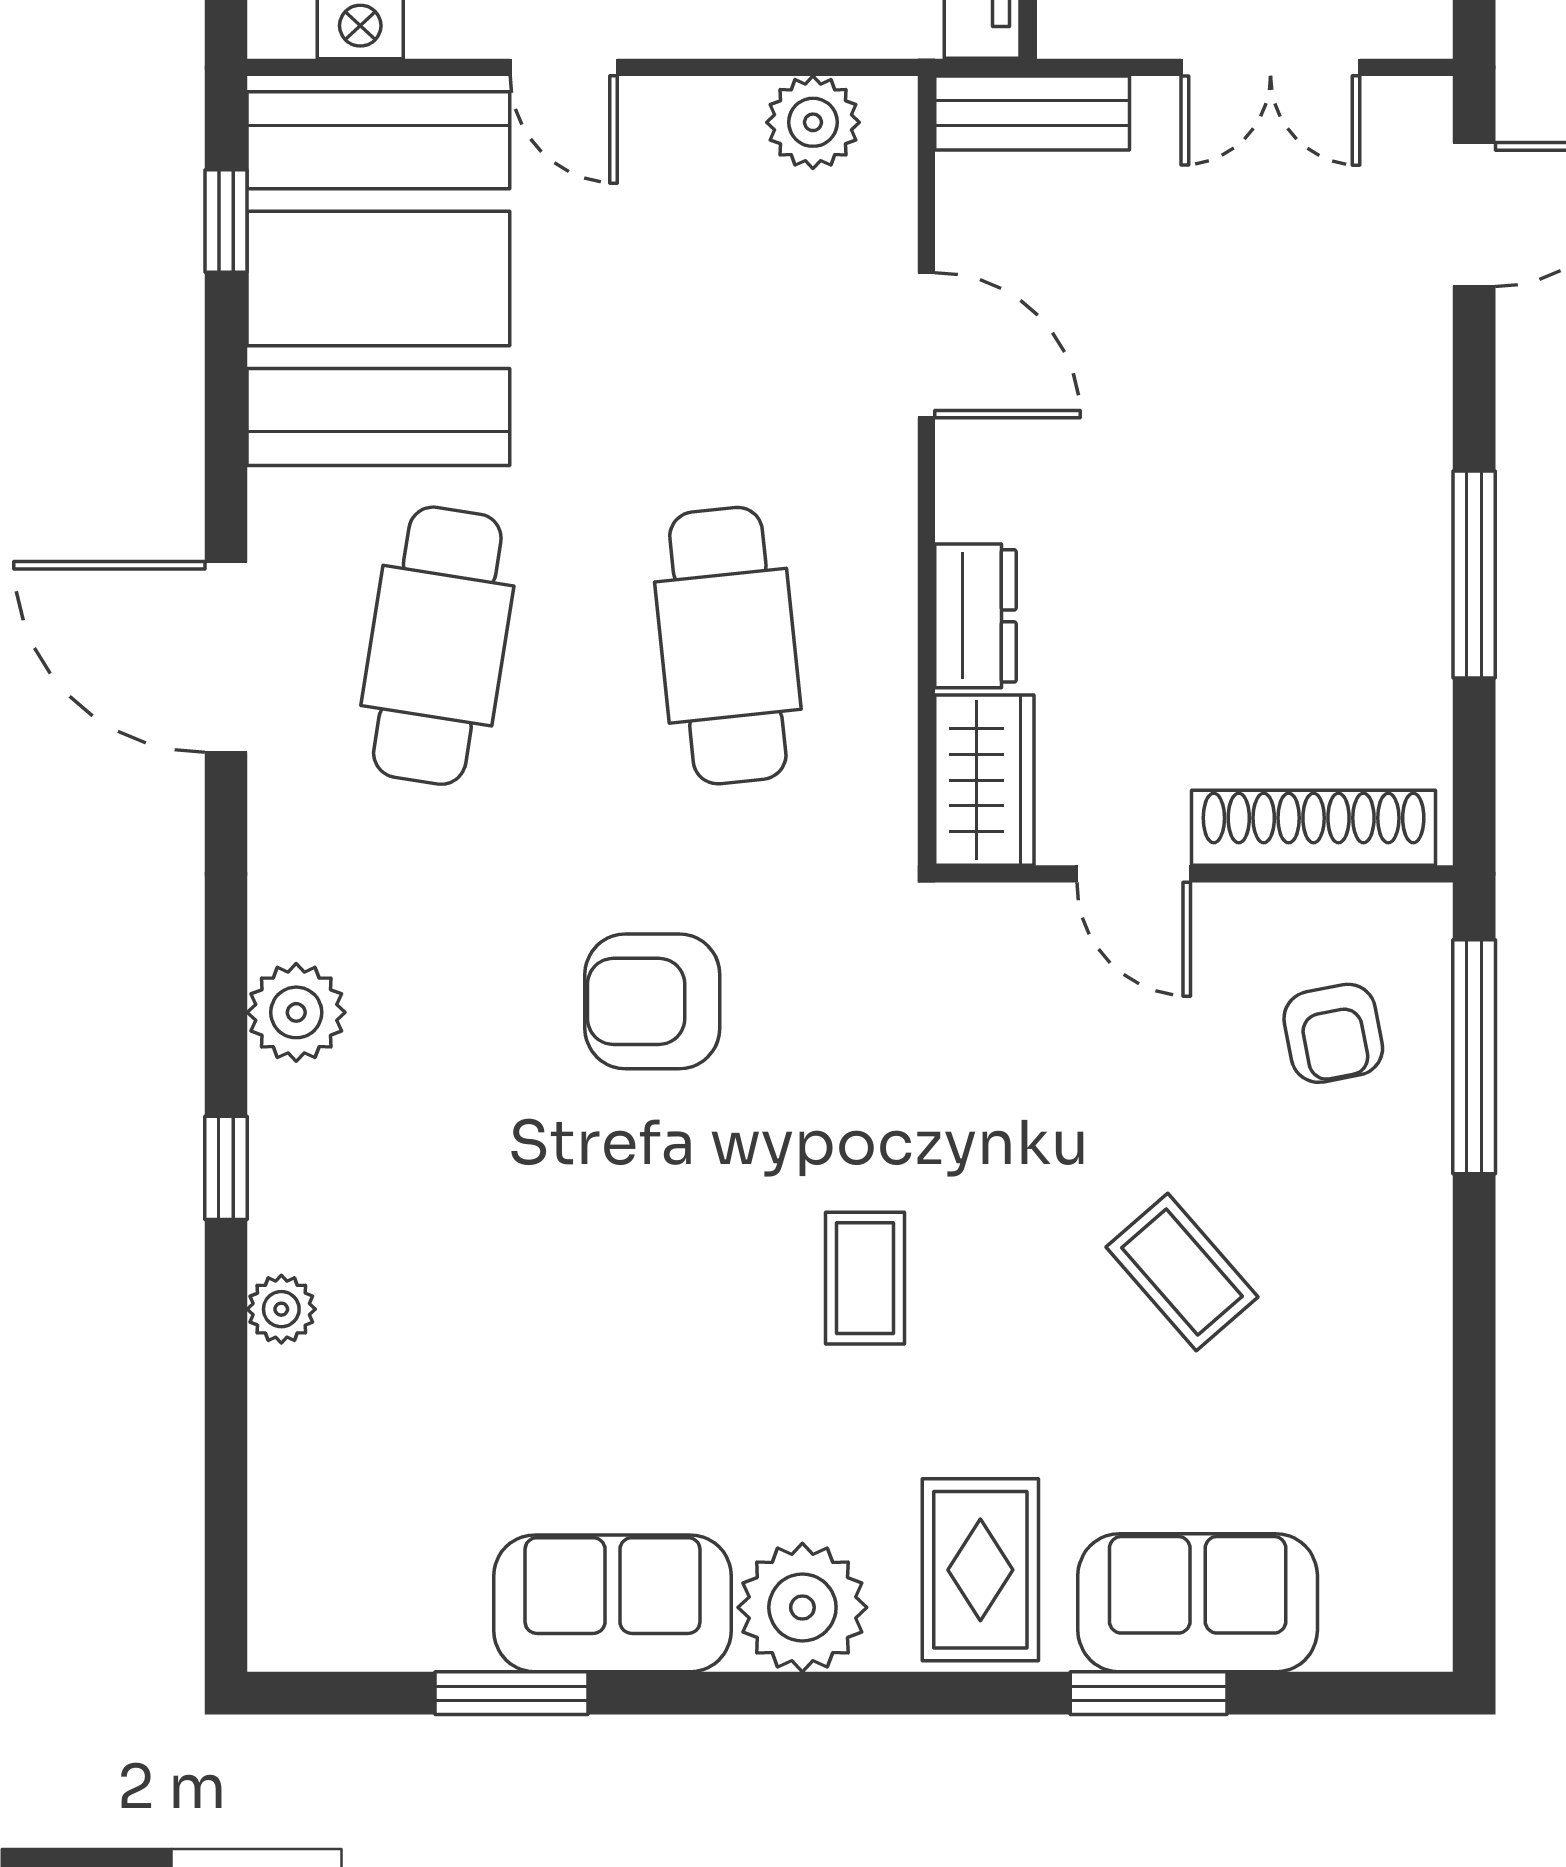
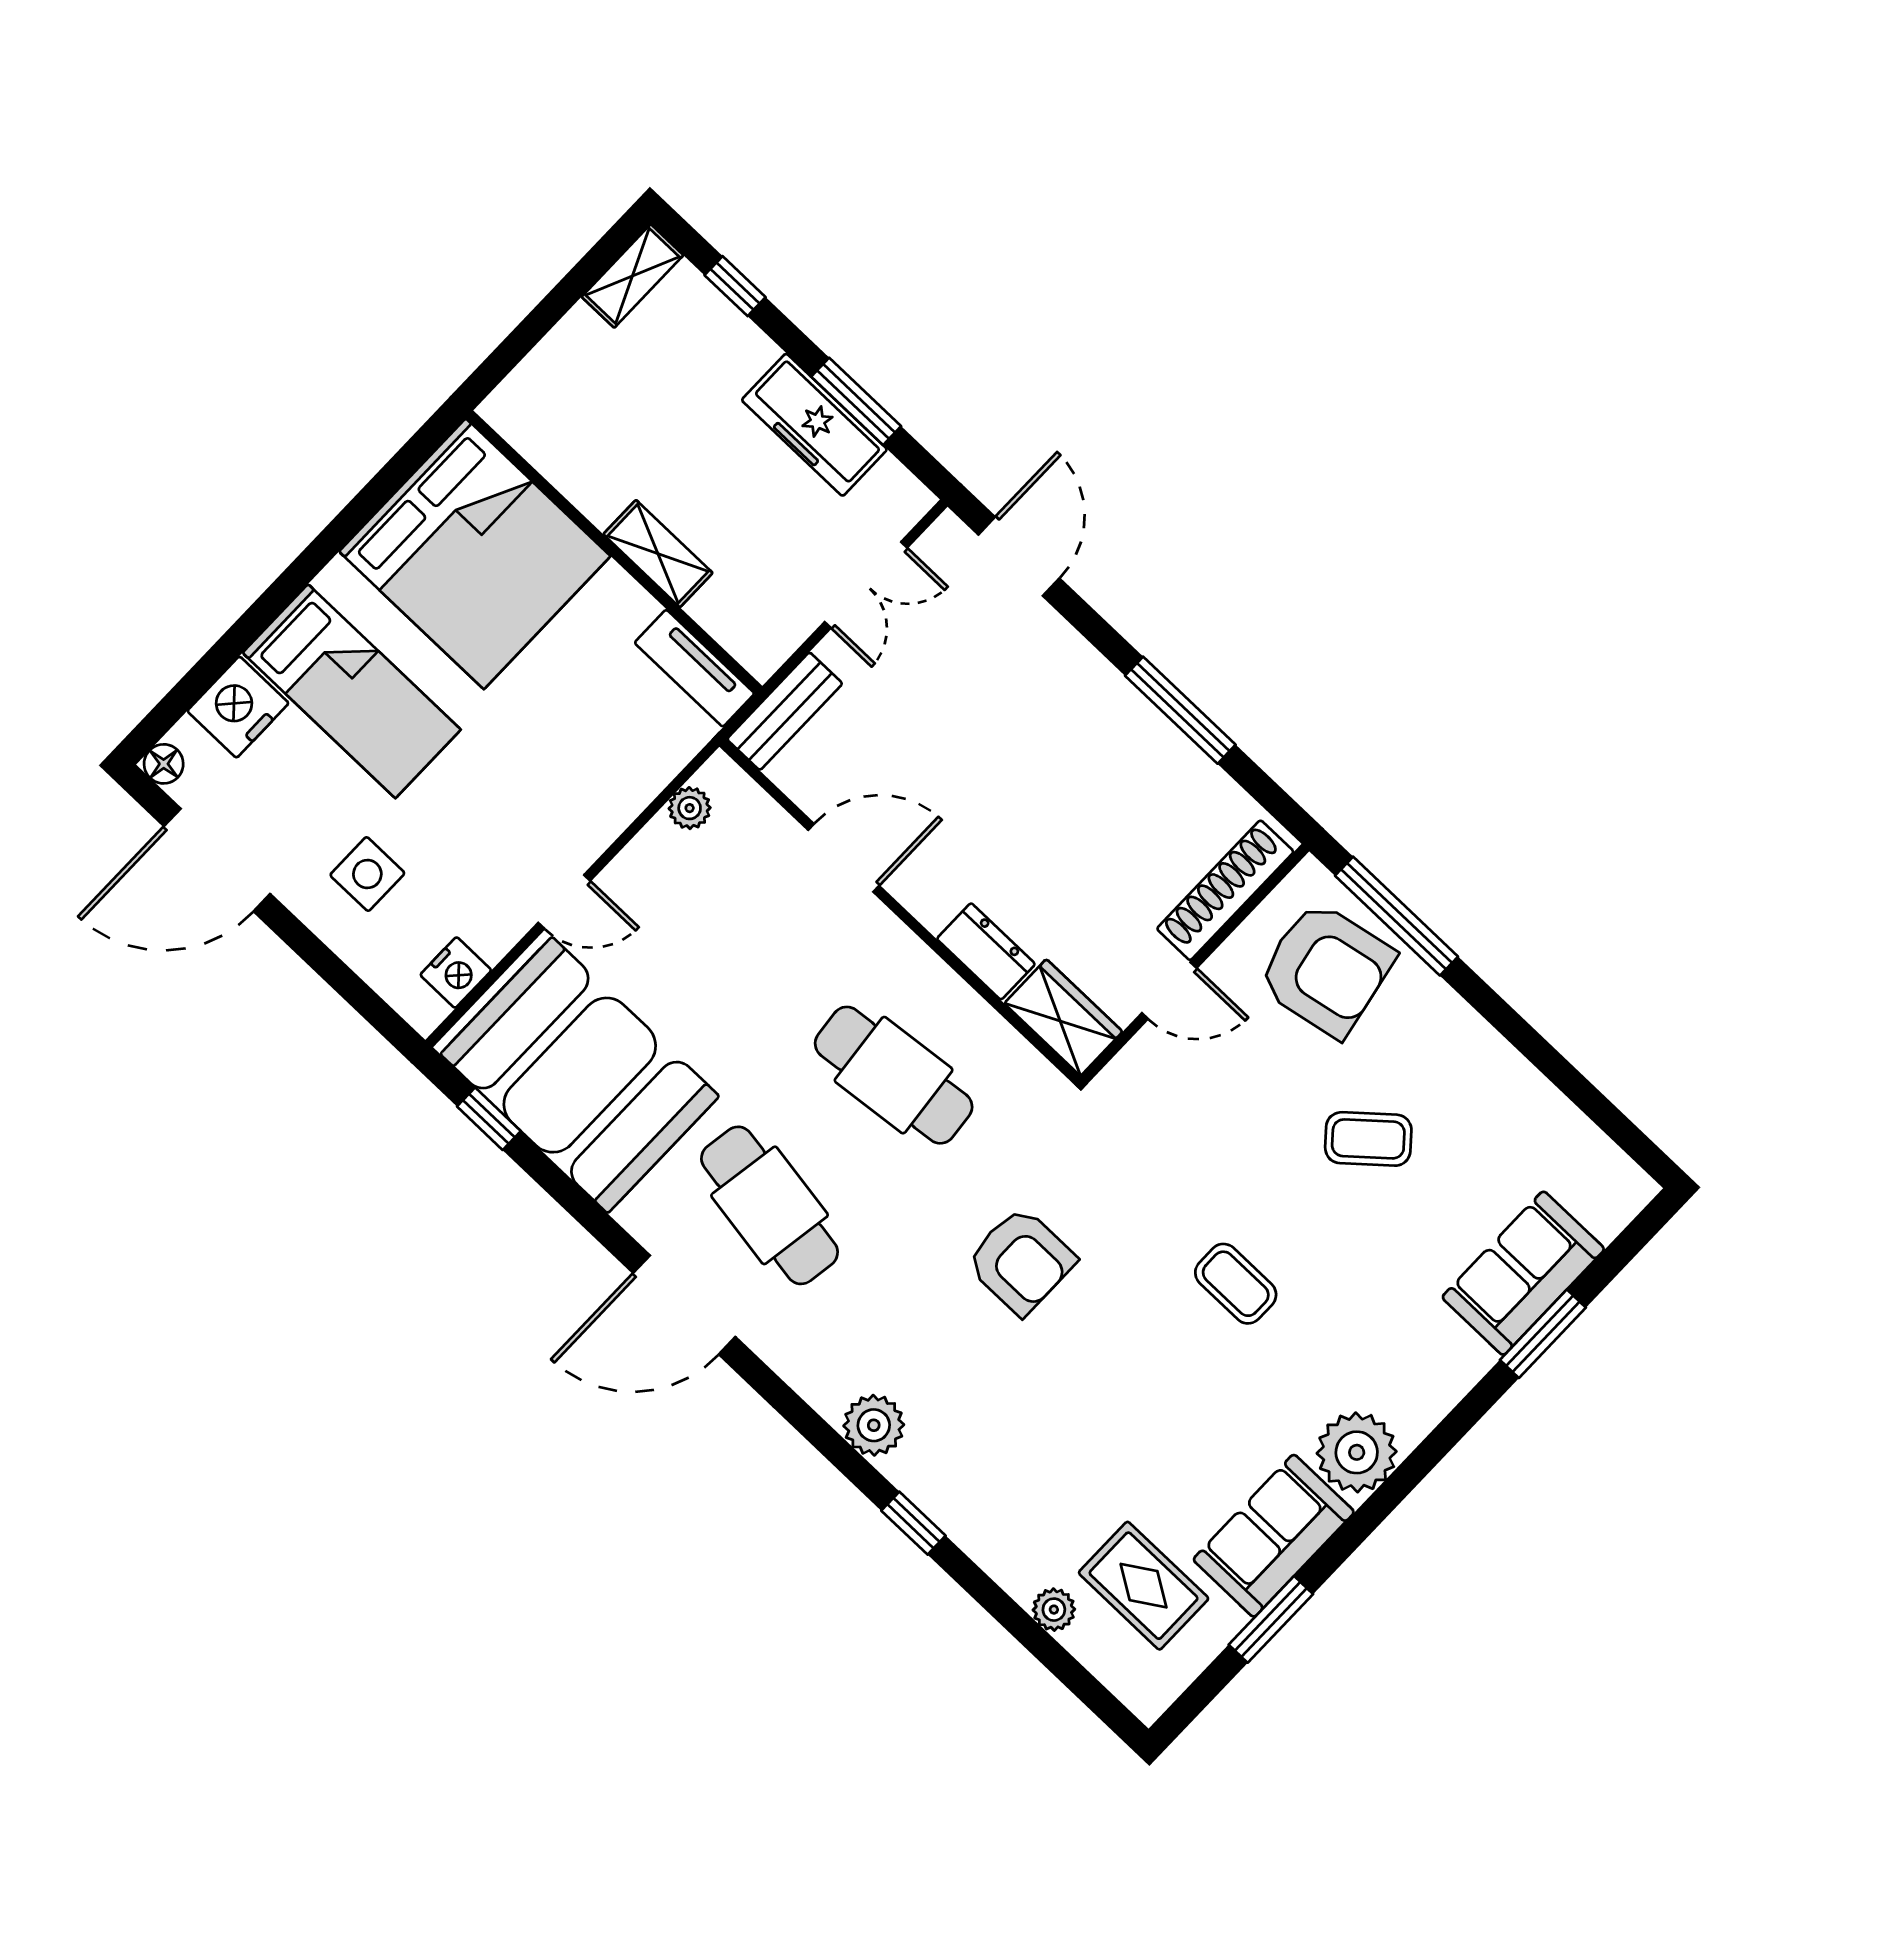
plant: (813, 122) -> (690, 808), width x0.73, depth x0.73
armchair: (652, 1001) -> (1021, 1261), turned -90
armchair: (1333, 1033) -> (1326, 969), width x1.88, depth x1.88
plant: (281, 1309) -> (1054, 1610), moved
rug: (980, 1570) -> (1144, 1586), moved

